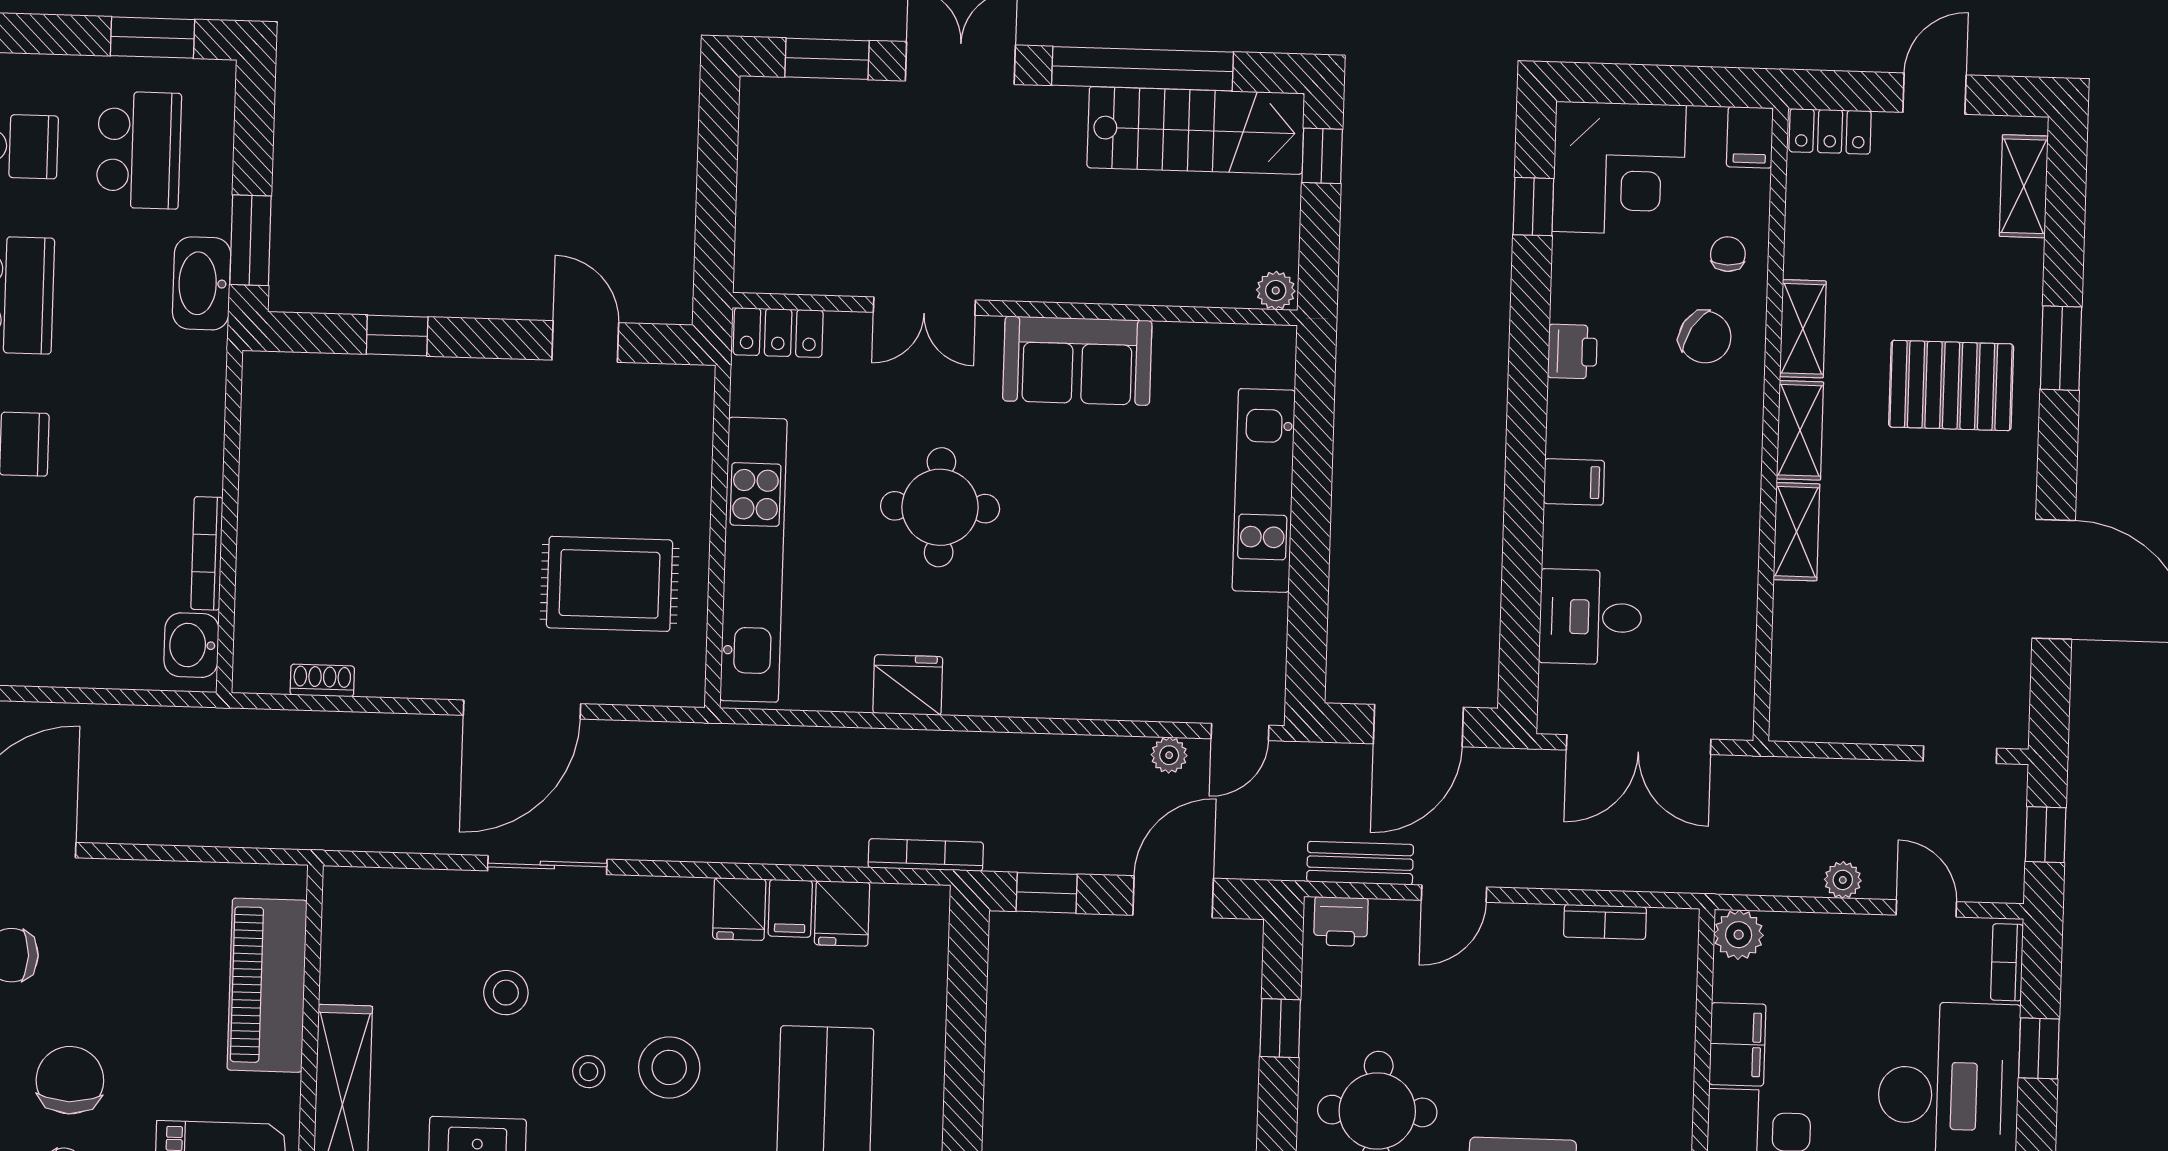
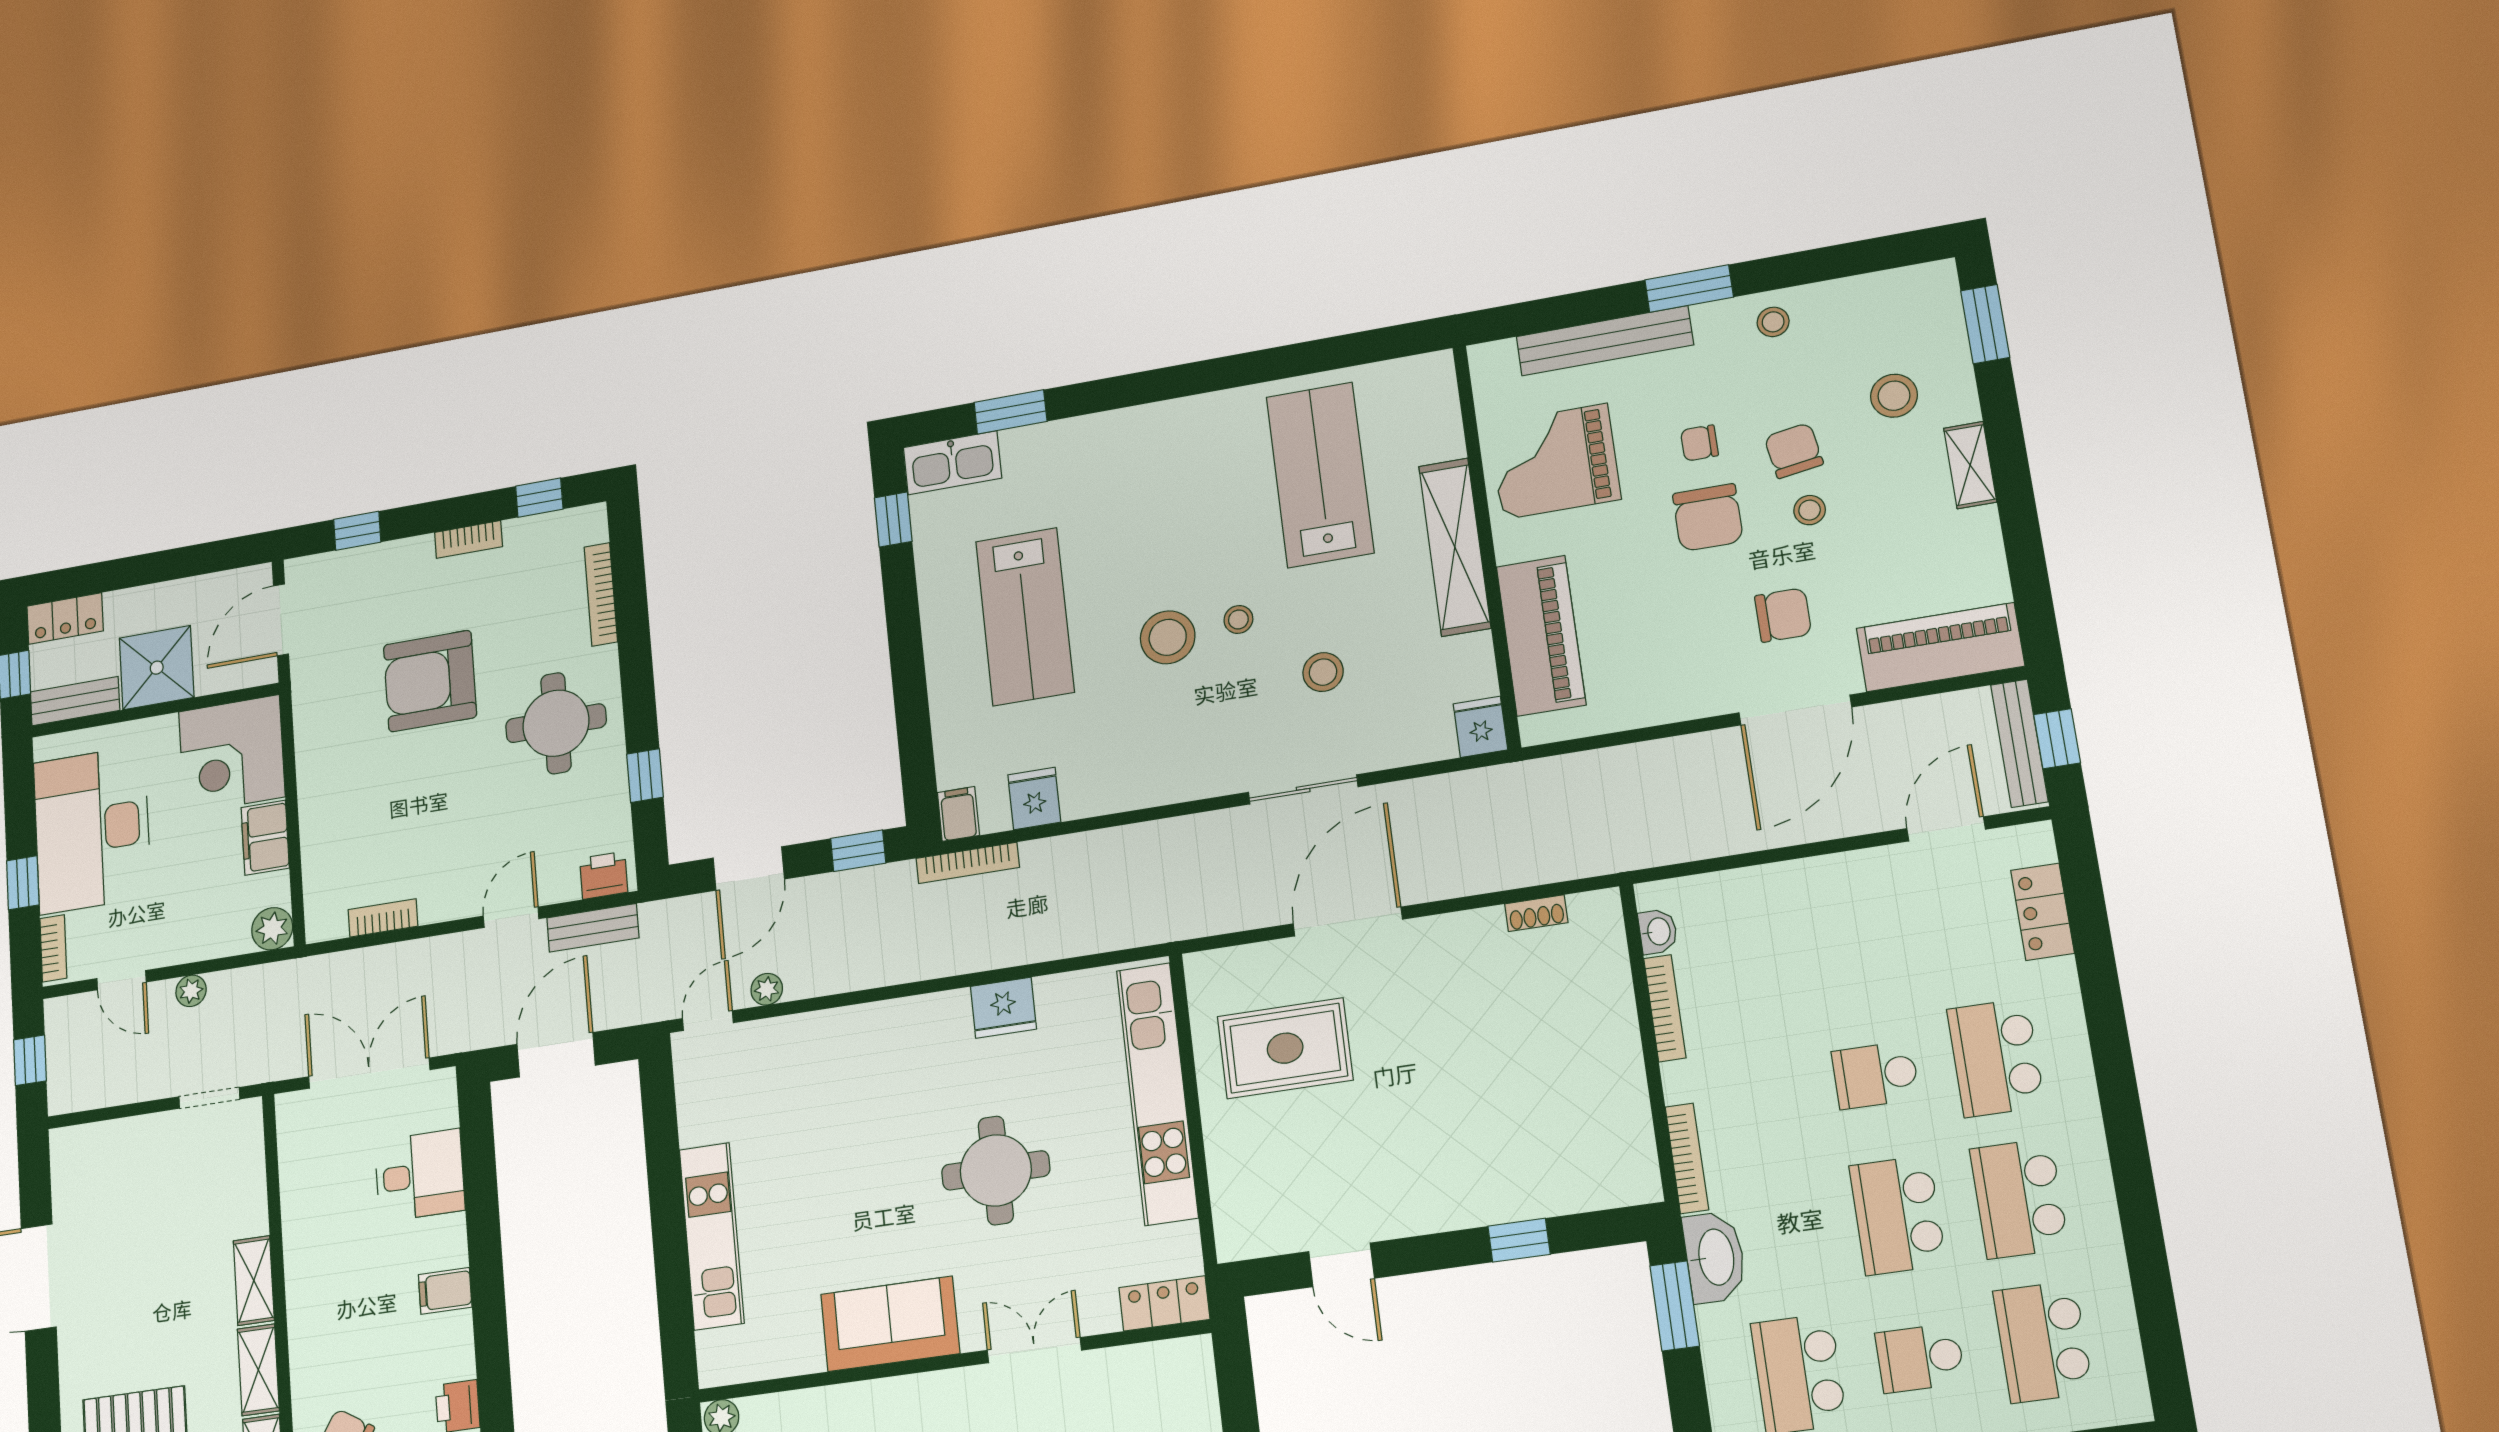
bookcase: (212, 391) -> (1687, 1158), added
washbasin: (191, 645) -> (1658, 932), width x0.72, depth x0.69
doorway: (1960, 755) -> (209, 1098), moved
filing cabinet: (790, 908) -> (958, 814), moved
fridge: (739, 909) -> (1480, 727), moved

